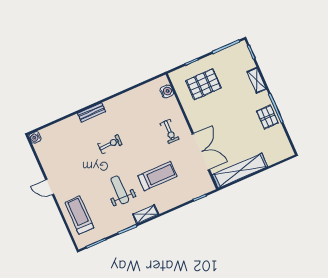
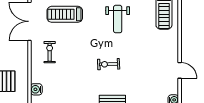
treadmill: (157, 176) -> (65, 14), moved
door: (50, 187) -> (180, 70), moved

